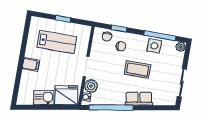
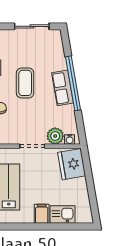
kitchen sink: (44, 98) -> (62, 214), moved, turned 100
row of seats: (139, 99) -> (62, 88), moved
window: (111, 108) -> (73, 83), moved

